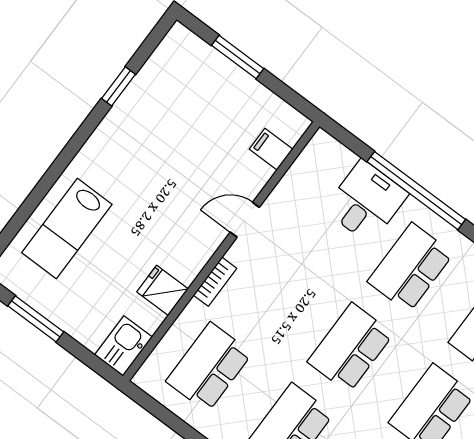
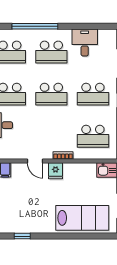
lab bench: (67, 229) -> (82, 218), width x1.36, depth x1.39
fridge: (162, 290) -> (55, 171), moved

